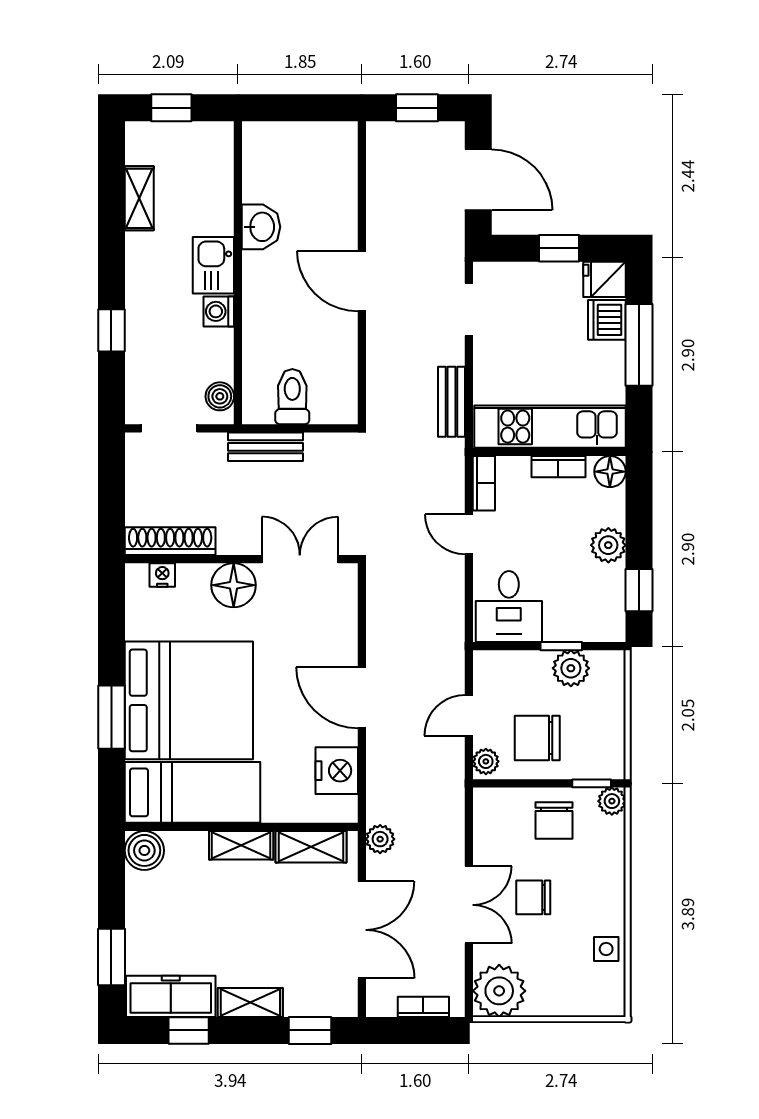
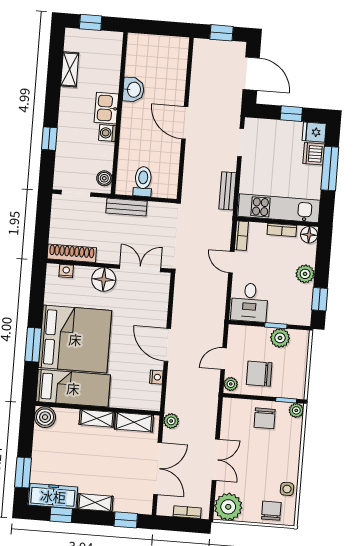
nightstand: (337, 771) -> (156, 377), width x0.53, depth x0.56
chair: (533, 897) -> (271, 511), moved, turned 90

